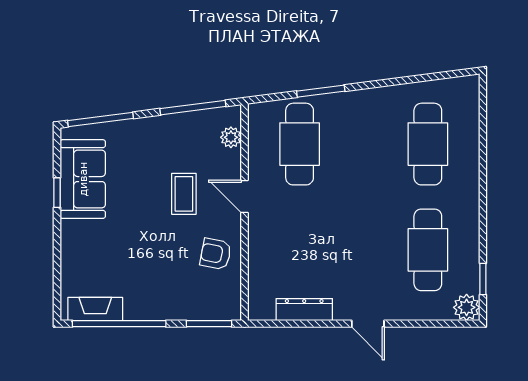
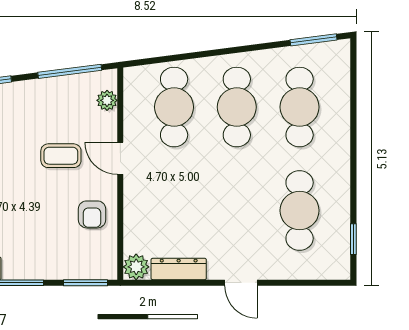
window: (321, 91) -> (314, 40), moved
cafe table: (364, 144) -> (237, 107), added
coffee table: (184, 194) -> (61, 156), turned 90
armchair: (216, 254) -> (92, 214), turned -101
plant: (467, 307) -> (136, 267), moved

